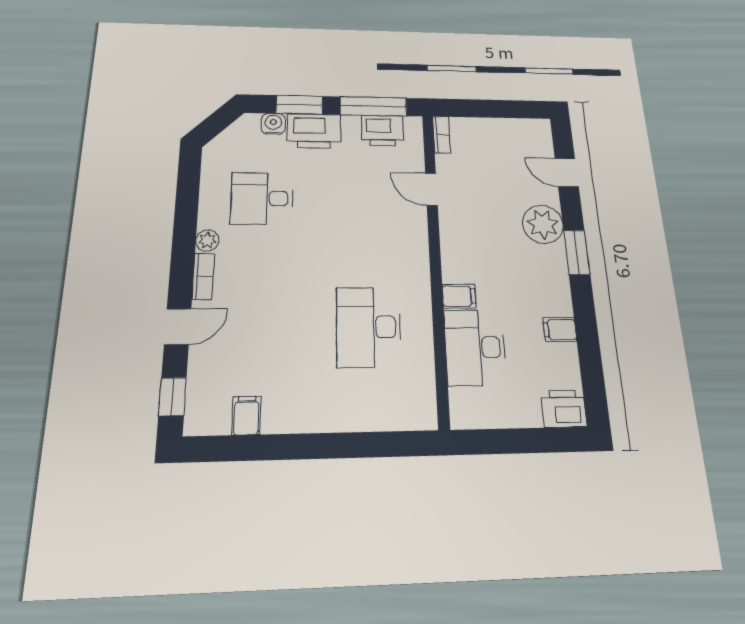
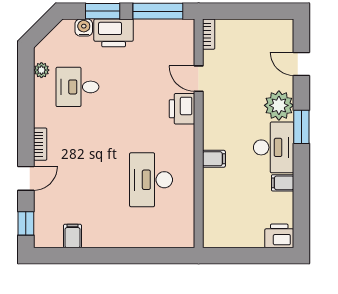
printer: (382, 131) -> (182, 109), moved, turned 90
plant: (207, 241) -> (41, 70), moved
desk: (475, 347) -> (274, 147), moved, turned 180

